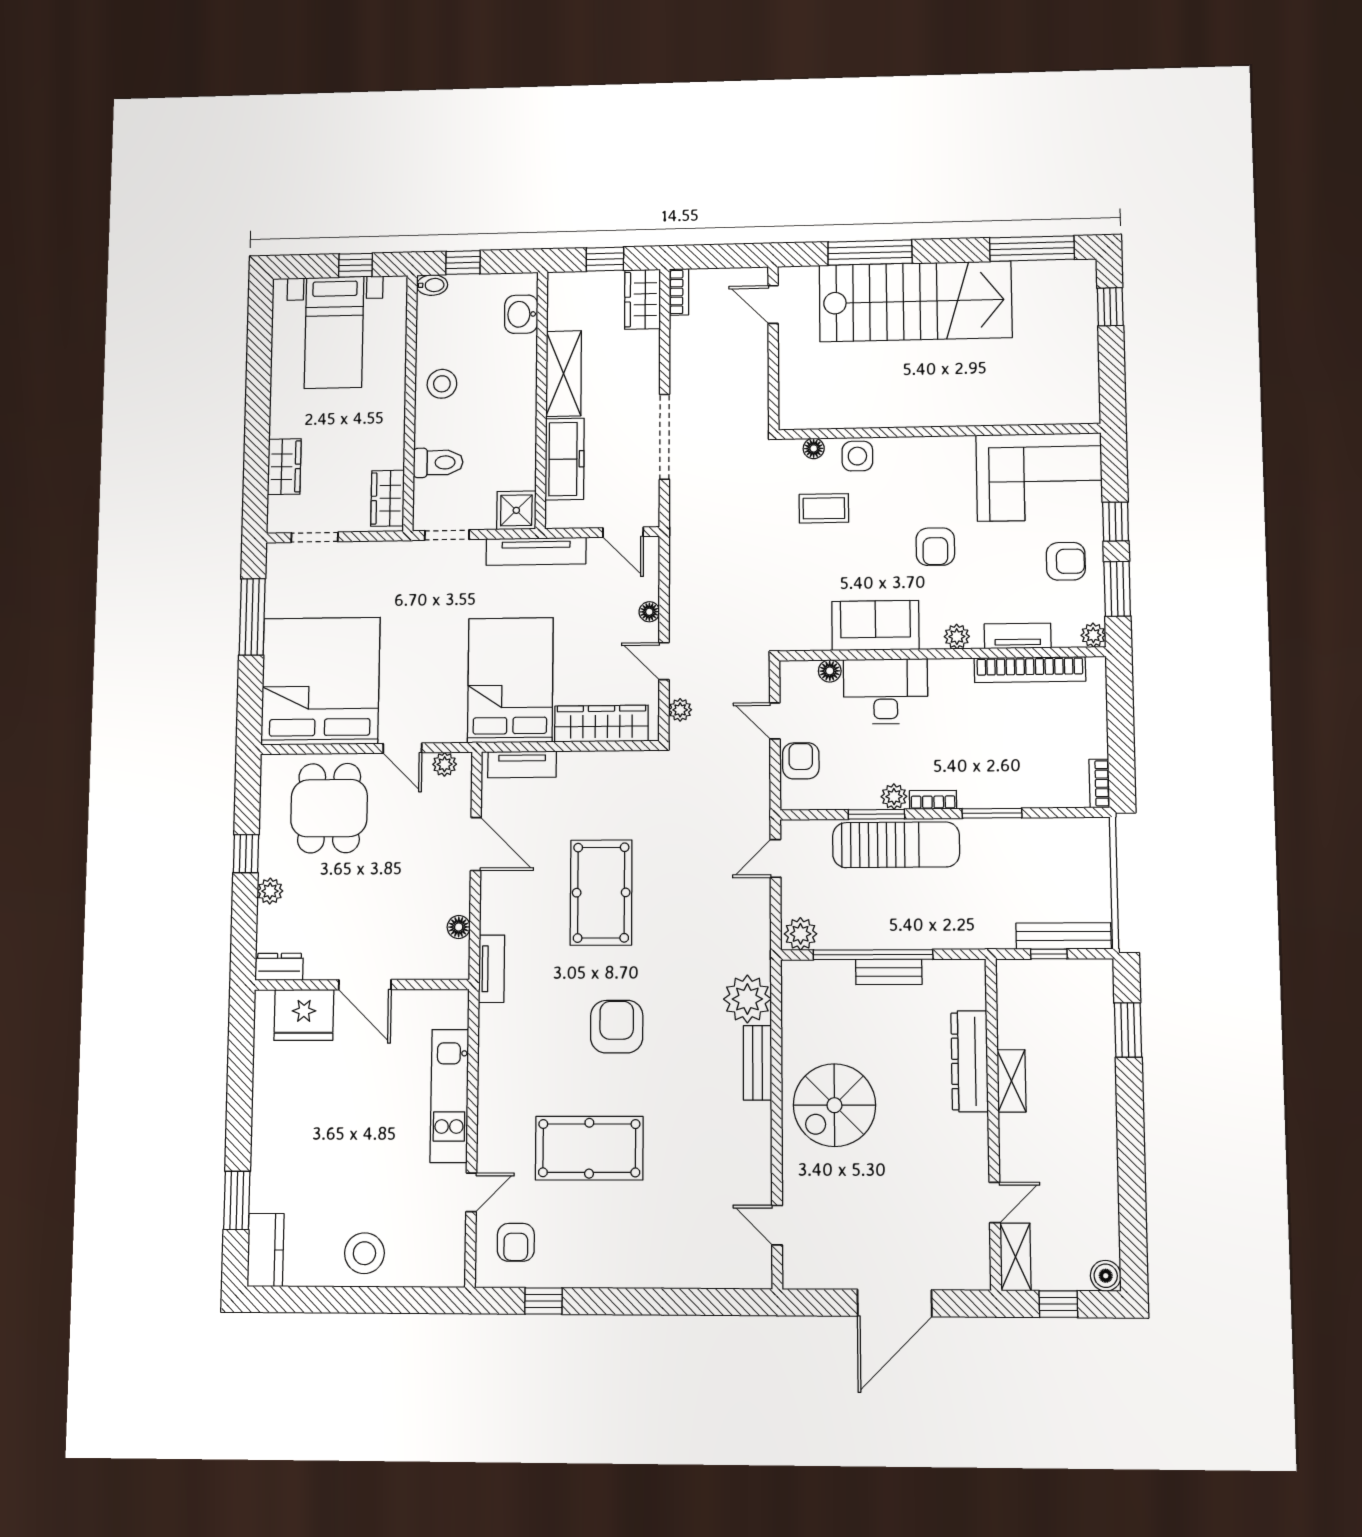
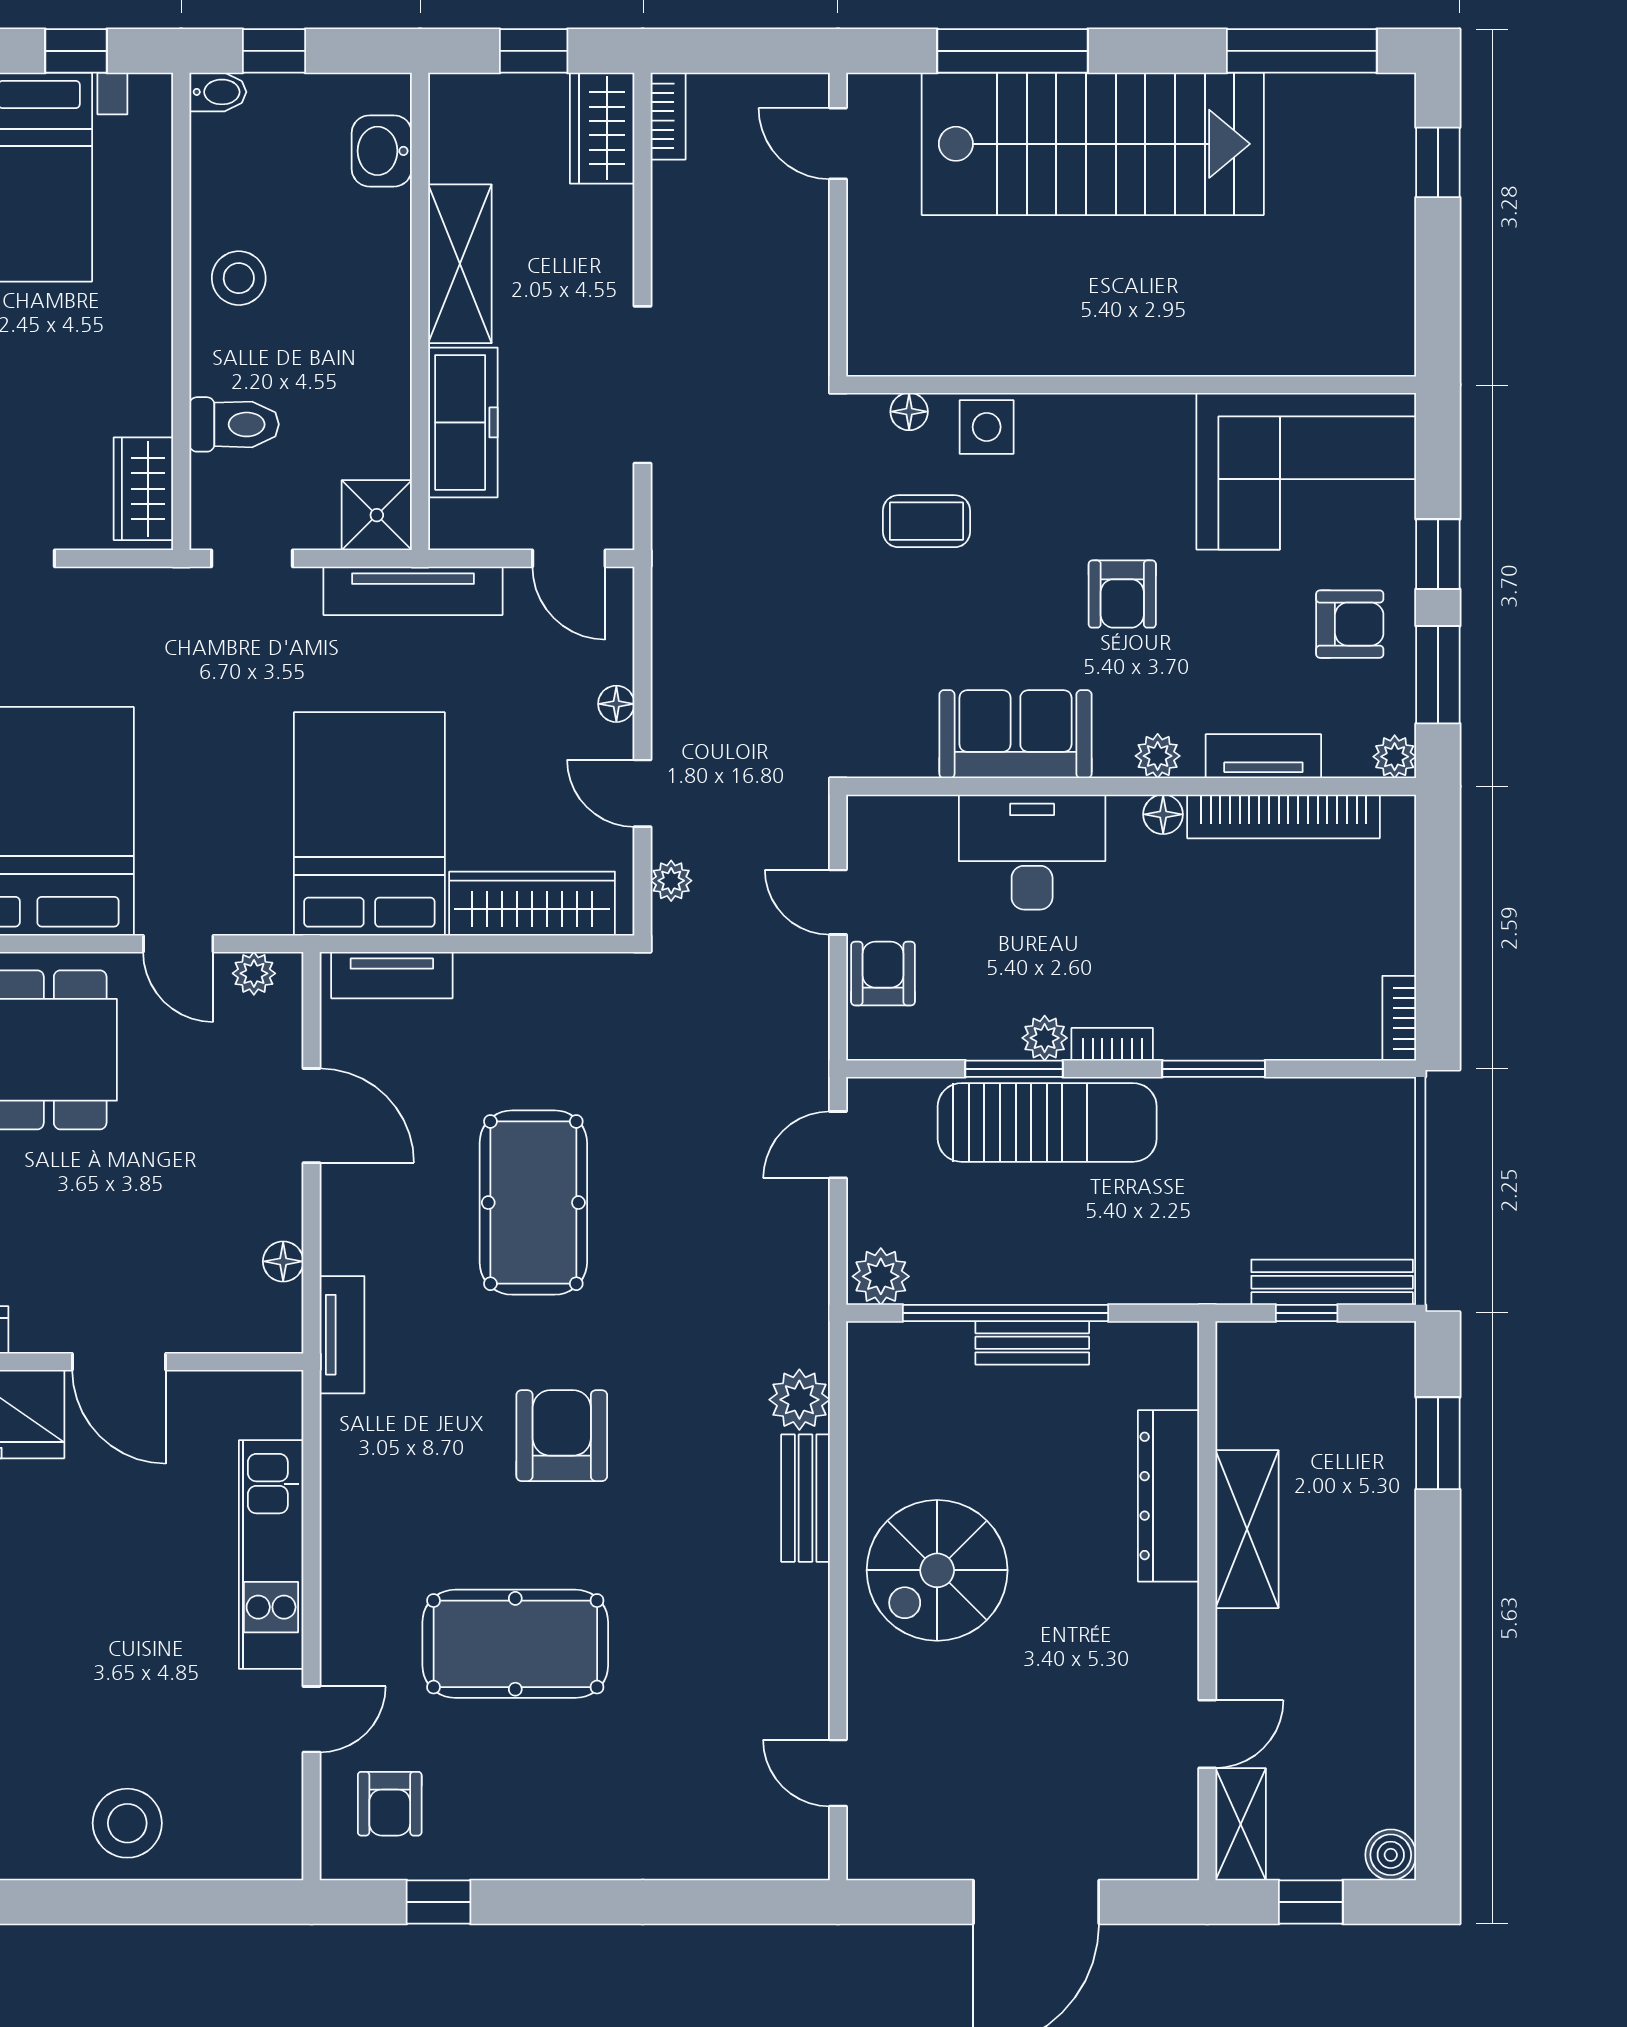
floor lamp: (830, 671) -> (1163, 814), moved
plant: (747, 999) -> (799, 1400), width x0.73, depth x0.73
shelving: (1011, 1081) -> (1247, 1529), width x1.50, depth x1.33

